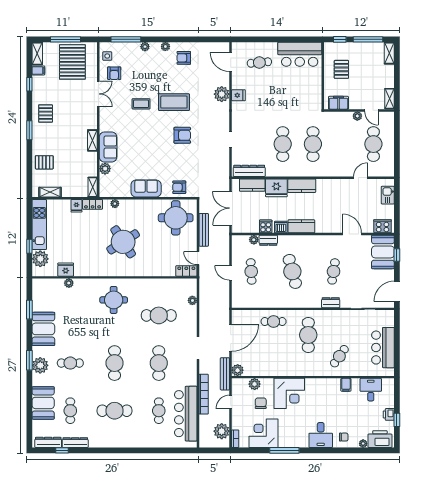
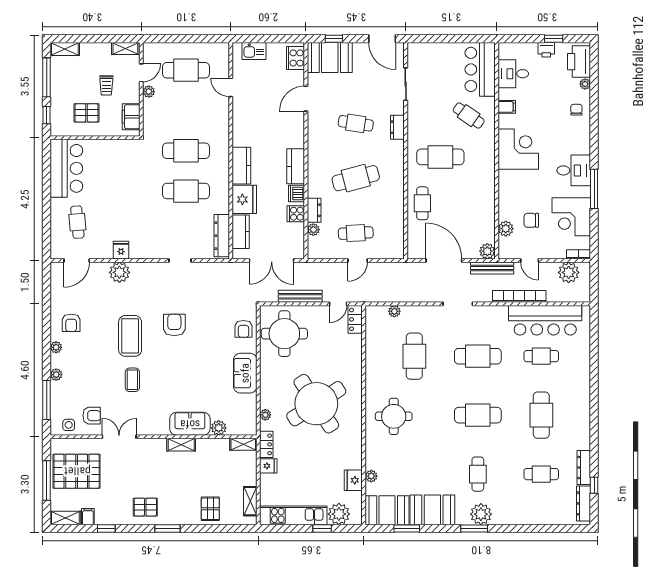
trolley: (362, 84) -> (106, 85), added
round table: (123, 242) -> (316, 404), width x1.36, depth x1.36
bar counter: (383, 348) -> (480, 69), moved, turned 90
corner desk: (289, 393) -> (518, 149), moved
booth: (43, 403) -> (387, 510), moved
desk: (321, 435) -> (574, 170), moved

